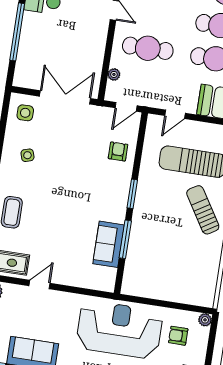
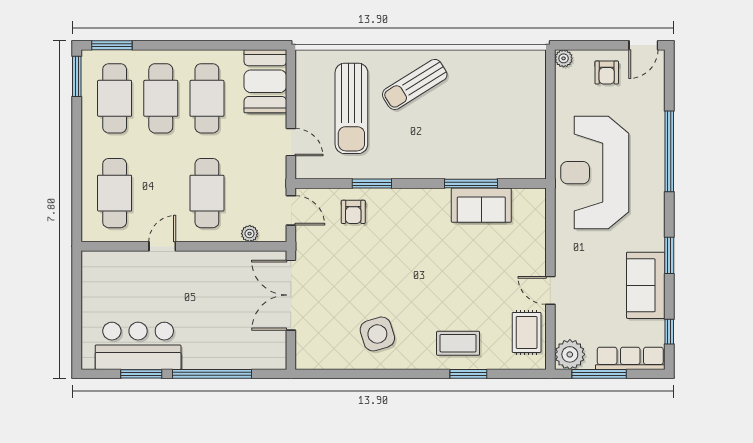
side table: (25, 113) -> (320, 346), removed
armchair: (118, 151) -> (353, 212), turned -90
side table: (27, 155) -> (377, 334), width x1.87, depth x1.87
window: (132, 194) -> (372, 184), moved
armchair: (178, 336) -> (607, 73), moved

